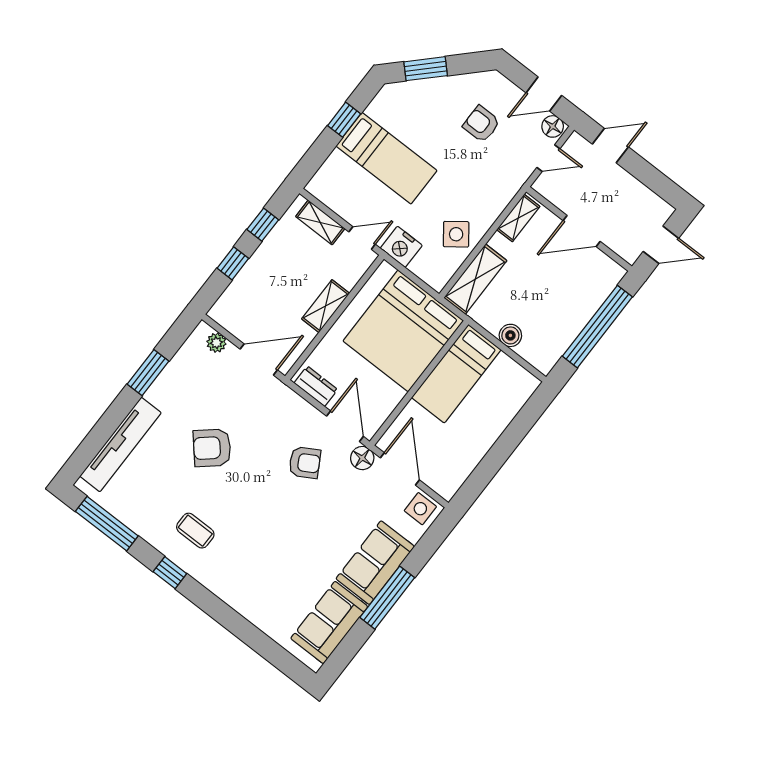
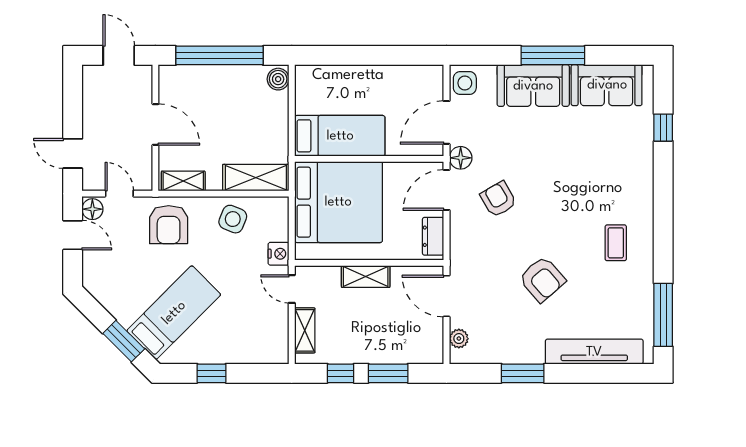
armchair: (481, 124) -> (169, 225), moved, width x1.38, depth x1.38
bed: (387, 158) -> (174, 313), moved, turned 45
side table: (456, 234) -> (233, 219), turned -31
nightstand: (401, 247) -> (279, 254), width x0.74, depth x0.75
window: (233, 263) -> (388, 373), width x1.50
boiler: (510, 335) -> (278, 79), moved
window: (170, 573) -> (663, 128), moved

